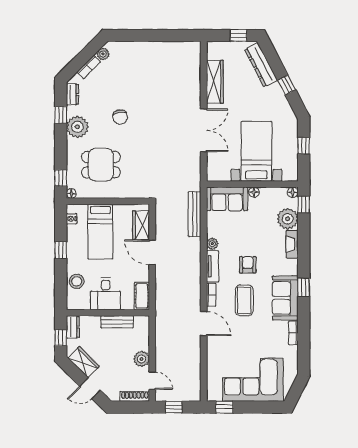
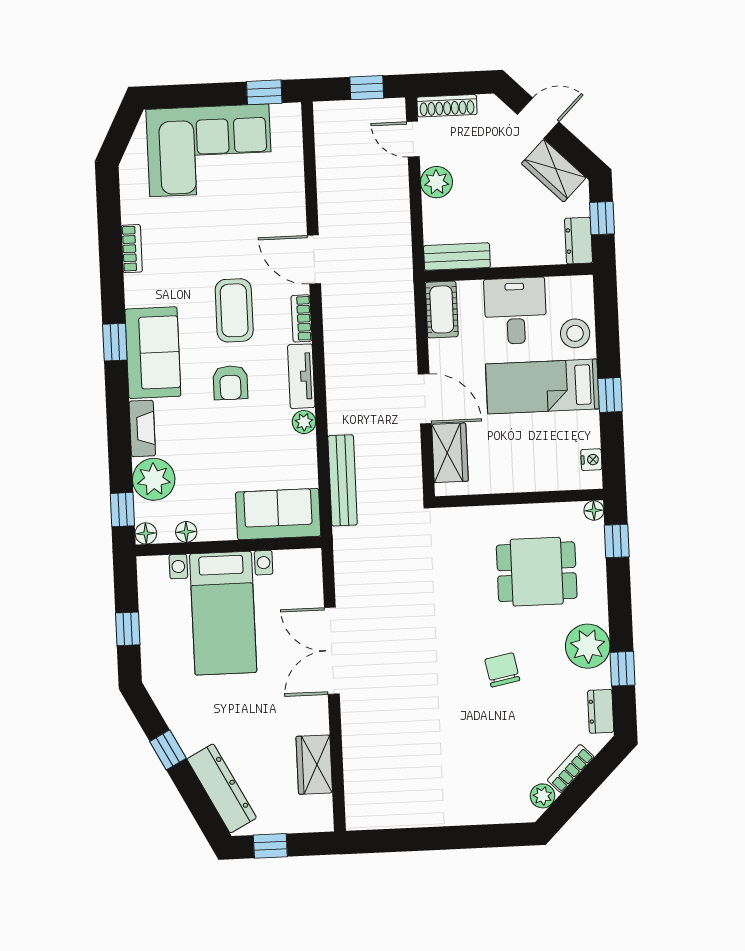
wardrobe: (215, 82) -> (314, 765), width x0.67
floor lamp: (254, 192) -> (186, 532), moved
bed: (100, 232) -> (542, 386), moved, turned -90
sofa: (285, 298) -> (153, 353), moved
bench: (117, 322) -> (457, 257), moved

